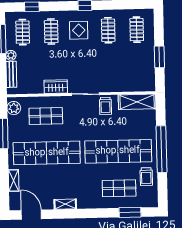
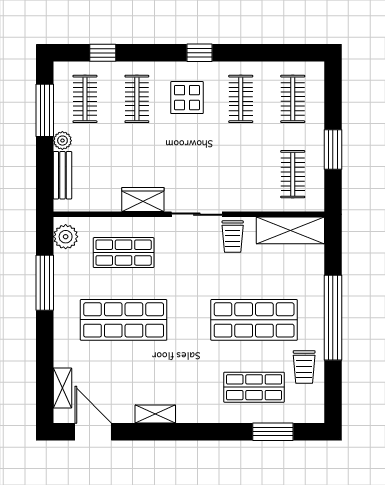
clothes rail: (138, 71) -> (293, 174), added
shop shelf: (118, 151) -> (254, 320), width x0.71
shop shelf: (47, 153) -> (124, 320), width x0.71
shelving: (14, 180) -> (62, 388), moved

